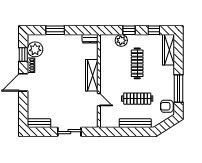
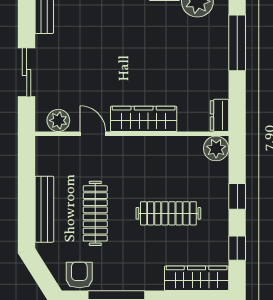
window: (55, 30) -> (237, 43), width x1.44
plant: (121, 40) -> (216, 148), moved
door: (99, 100) -> (93, 134), swing flipped
plant: (92, 116) -> (58, 120), added

